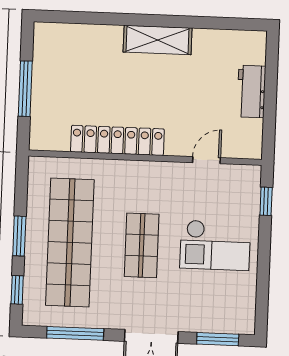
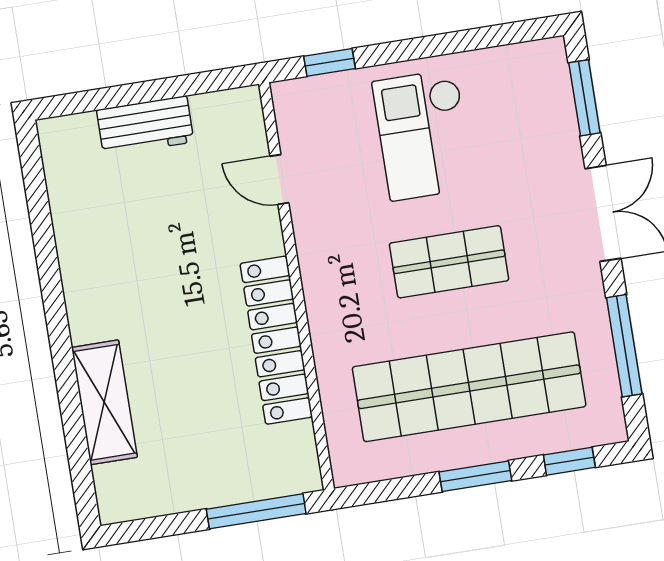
shelving: (158, 40) -> (104, 402), moved
window: (25, 89) -> (256, 511), moved
checkout: (215, 245) -> (423, 135), turned 180

